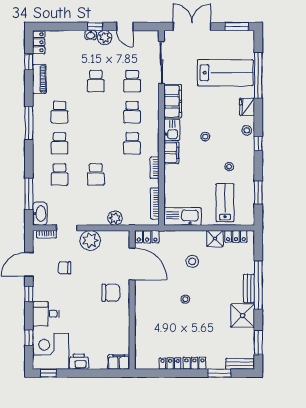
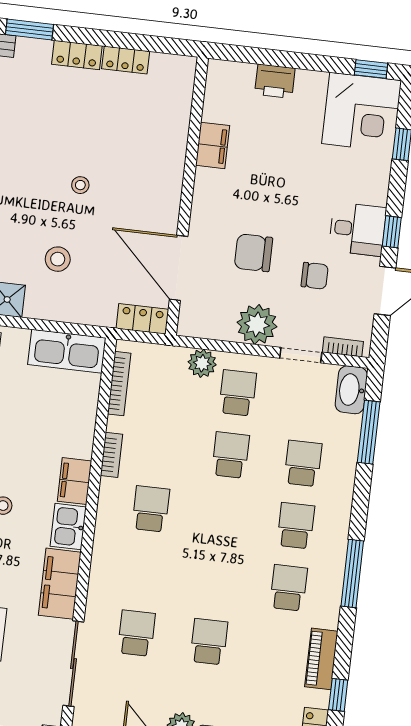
school desk: (132, 112) -> (238, 393), moved
chair: (111, 293) -> (253, 253), moved
desk: (46, 314) -> (358, 229), moved
printer: (79, 362) -> (275, 81), moved
filing cabinet: (119, 362) -> (213, 145), moved, turned -90

